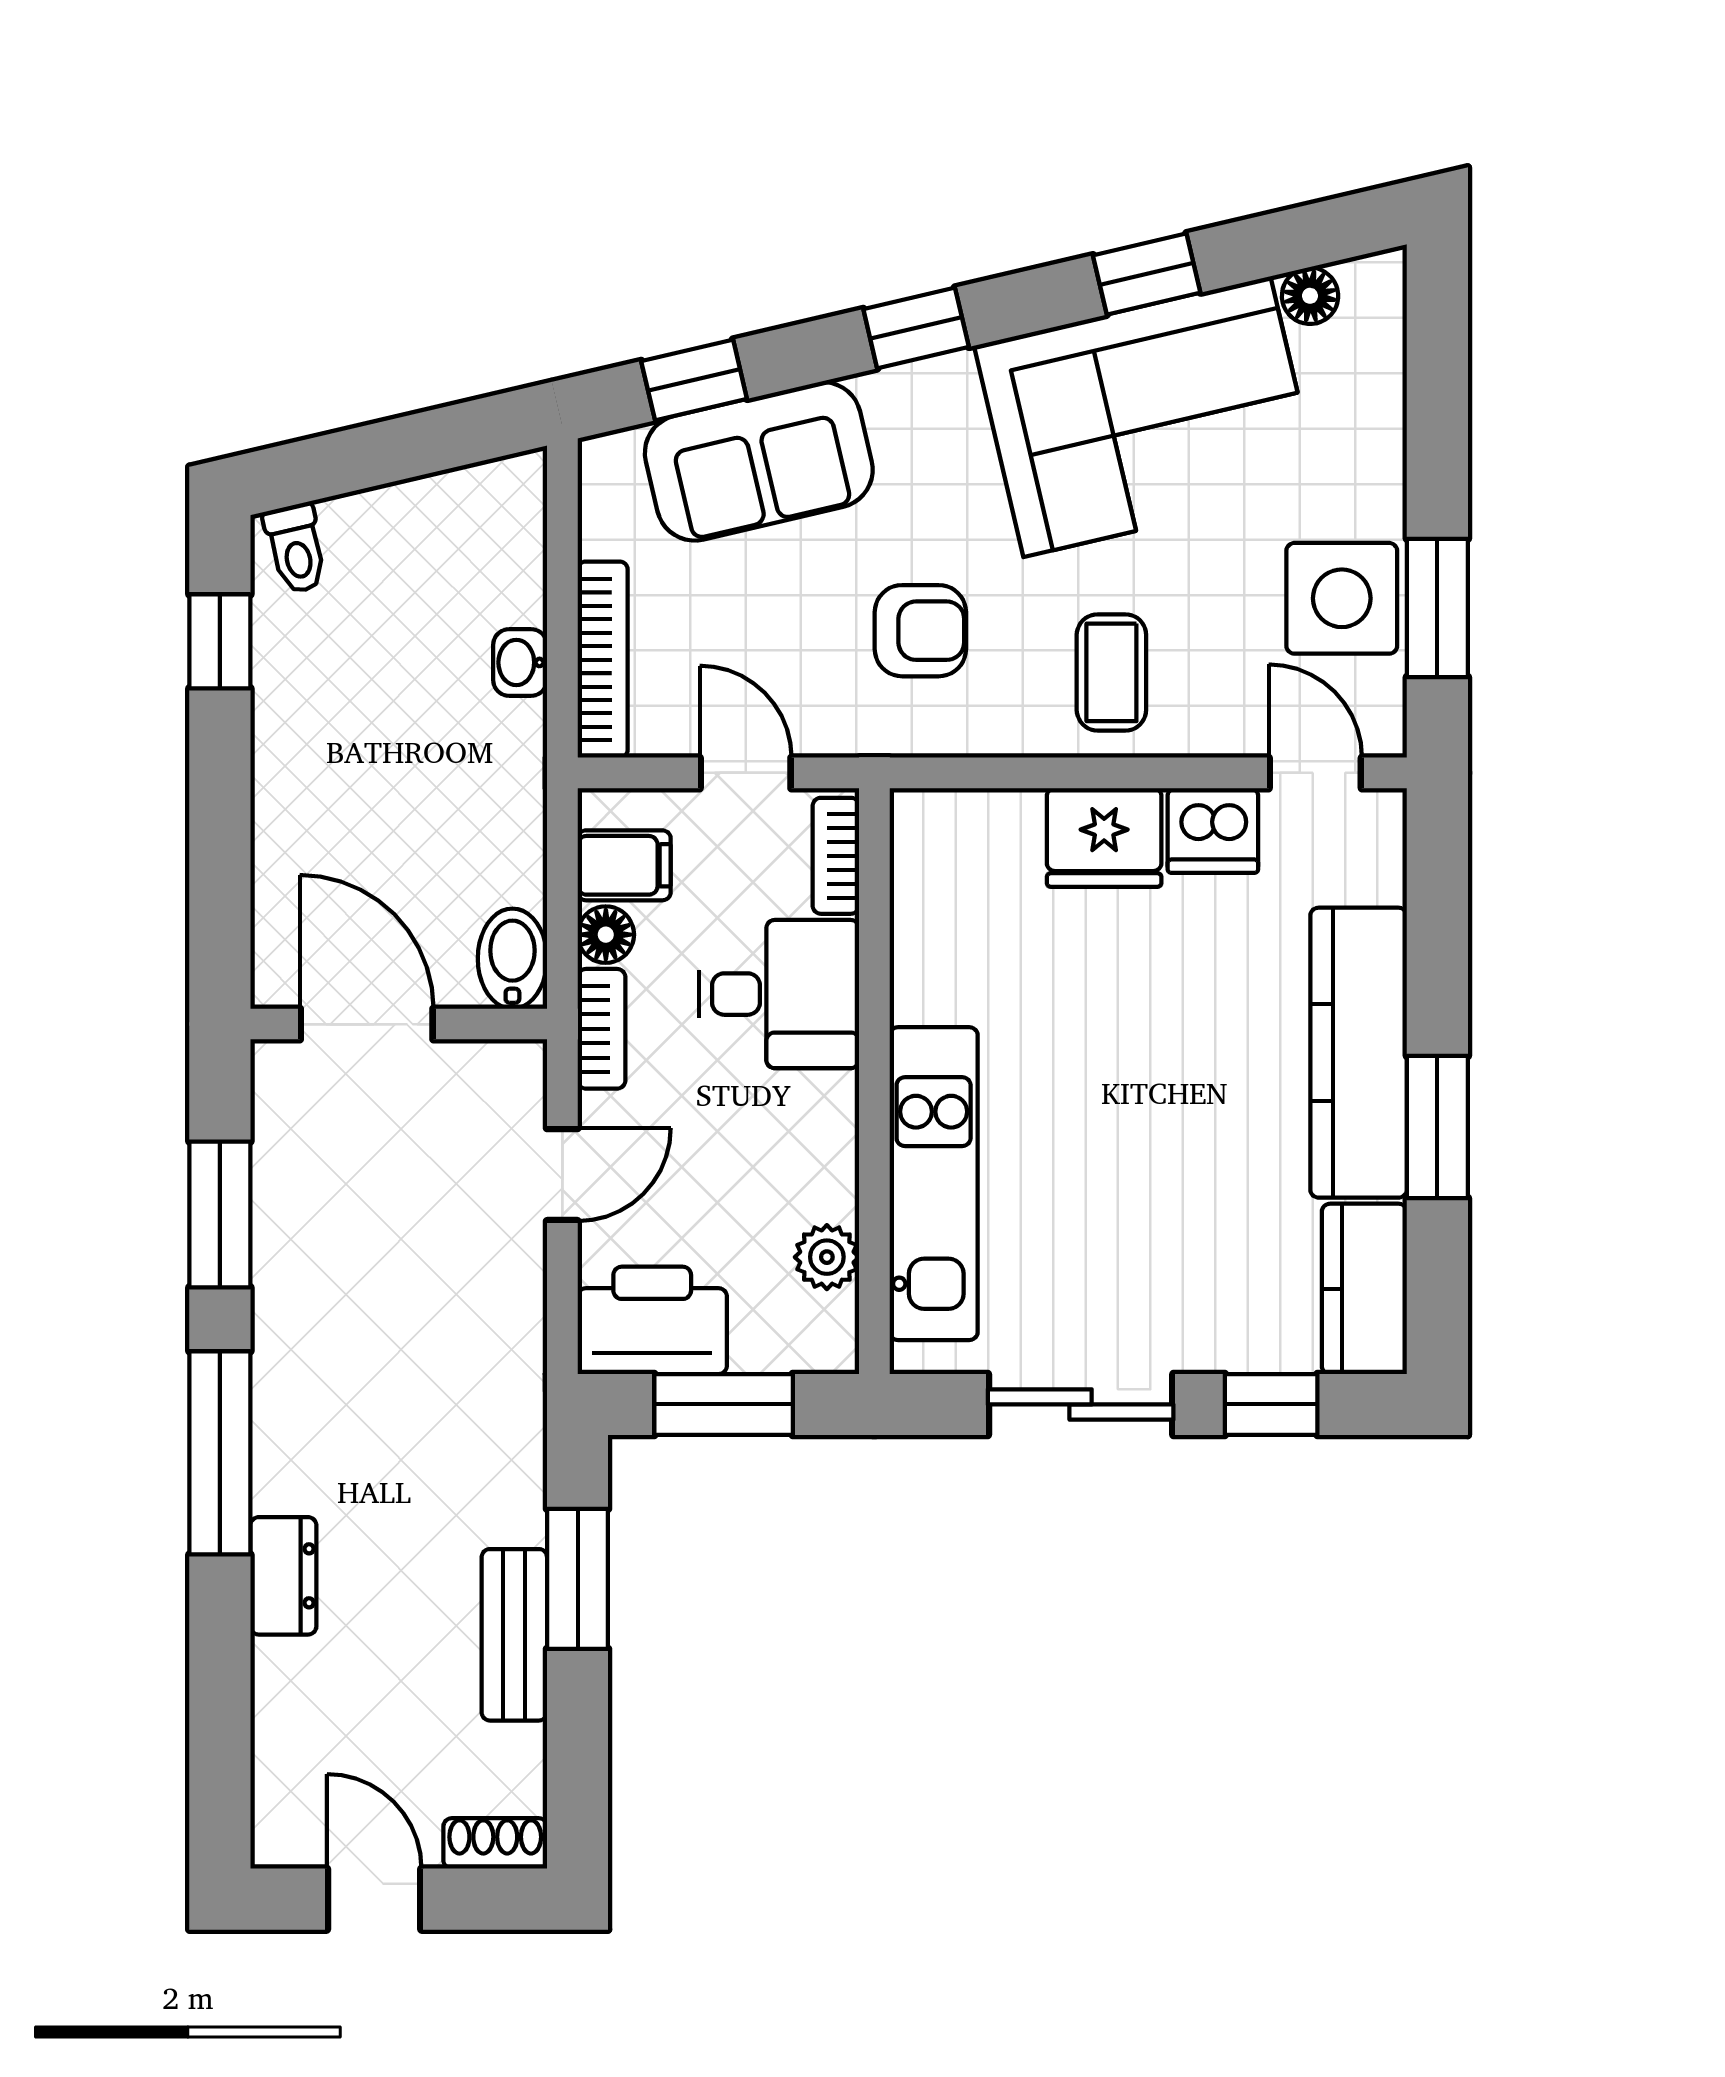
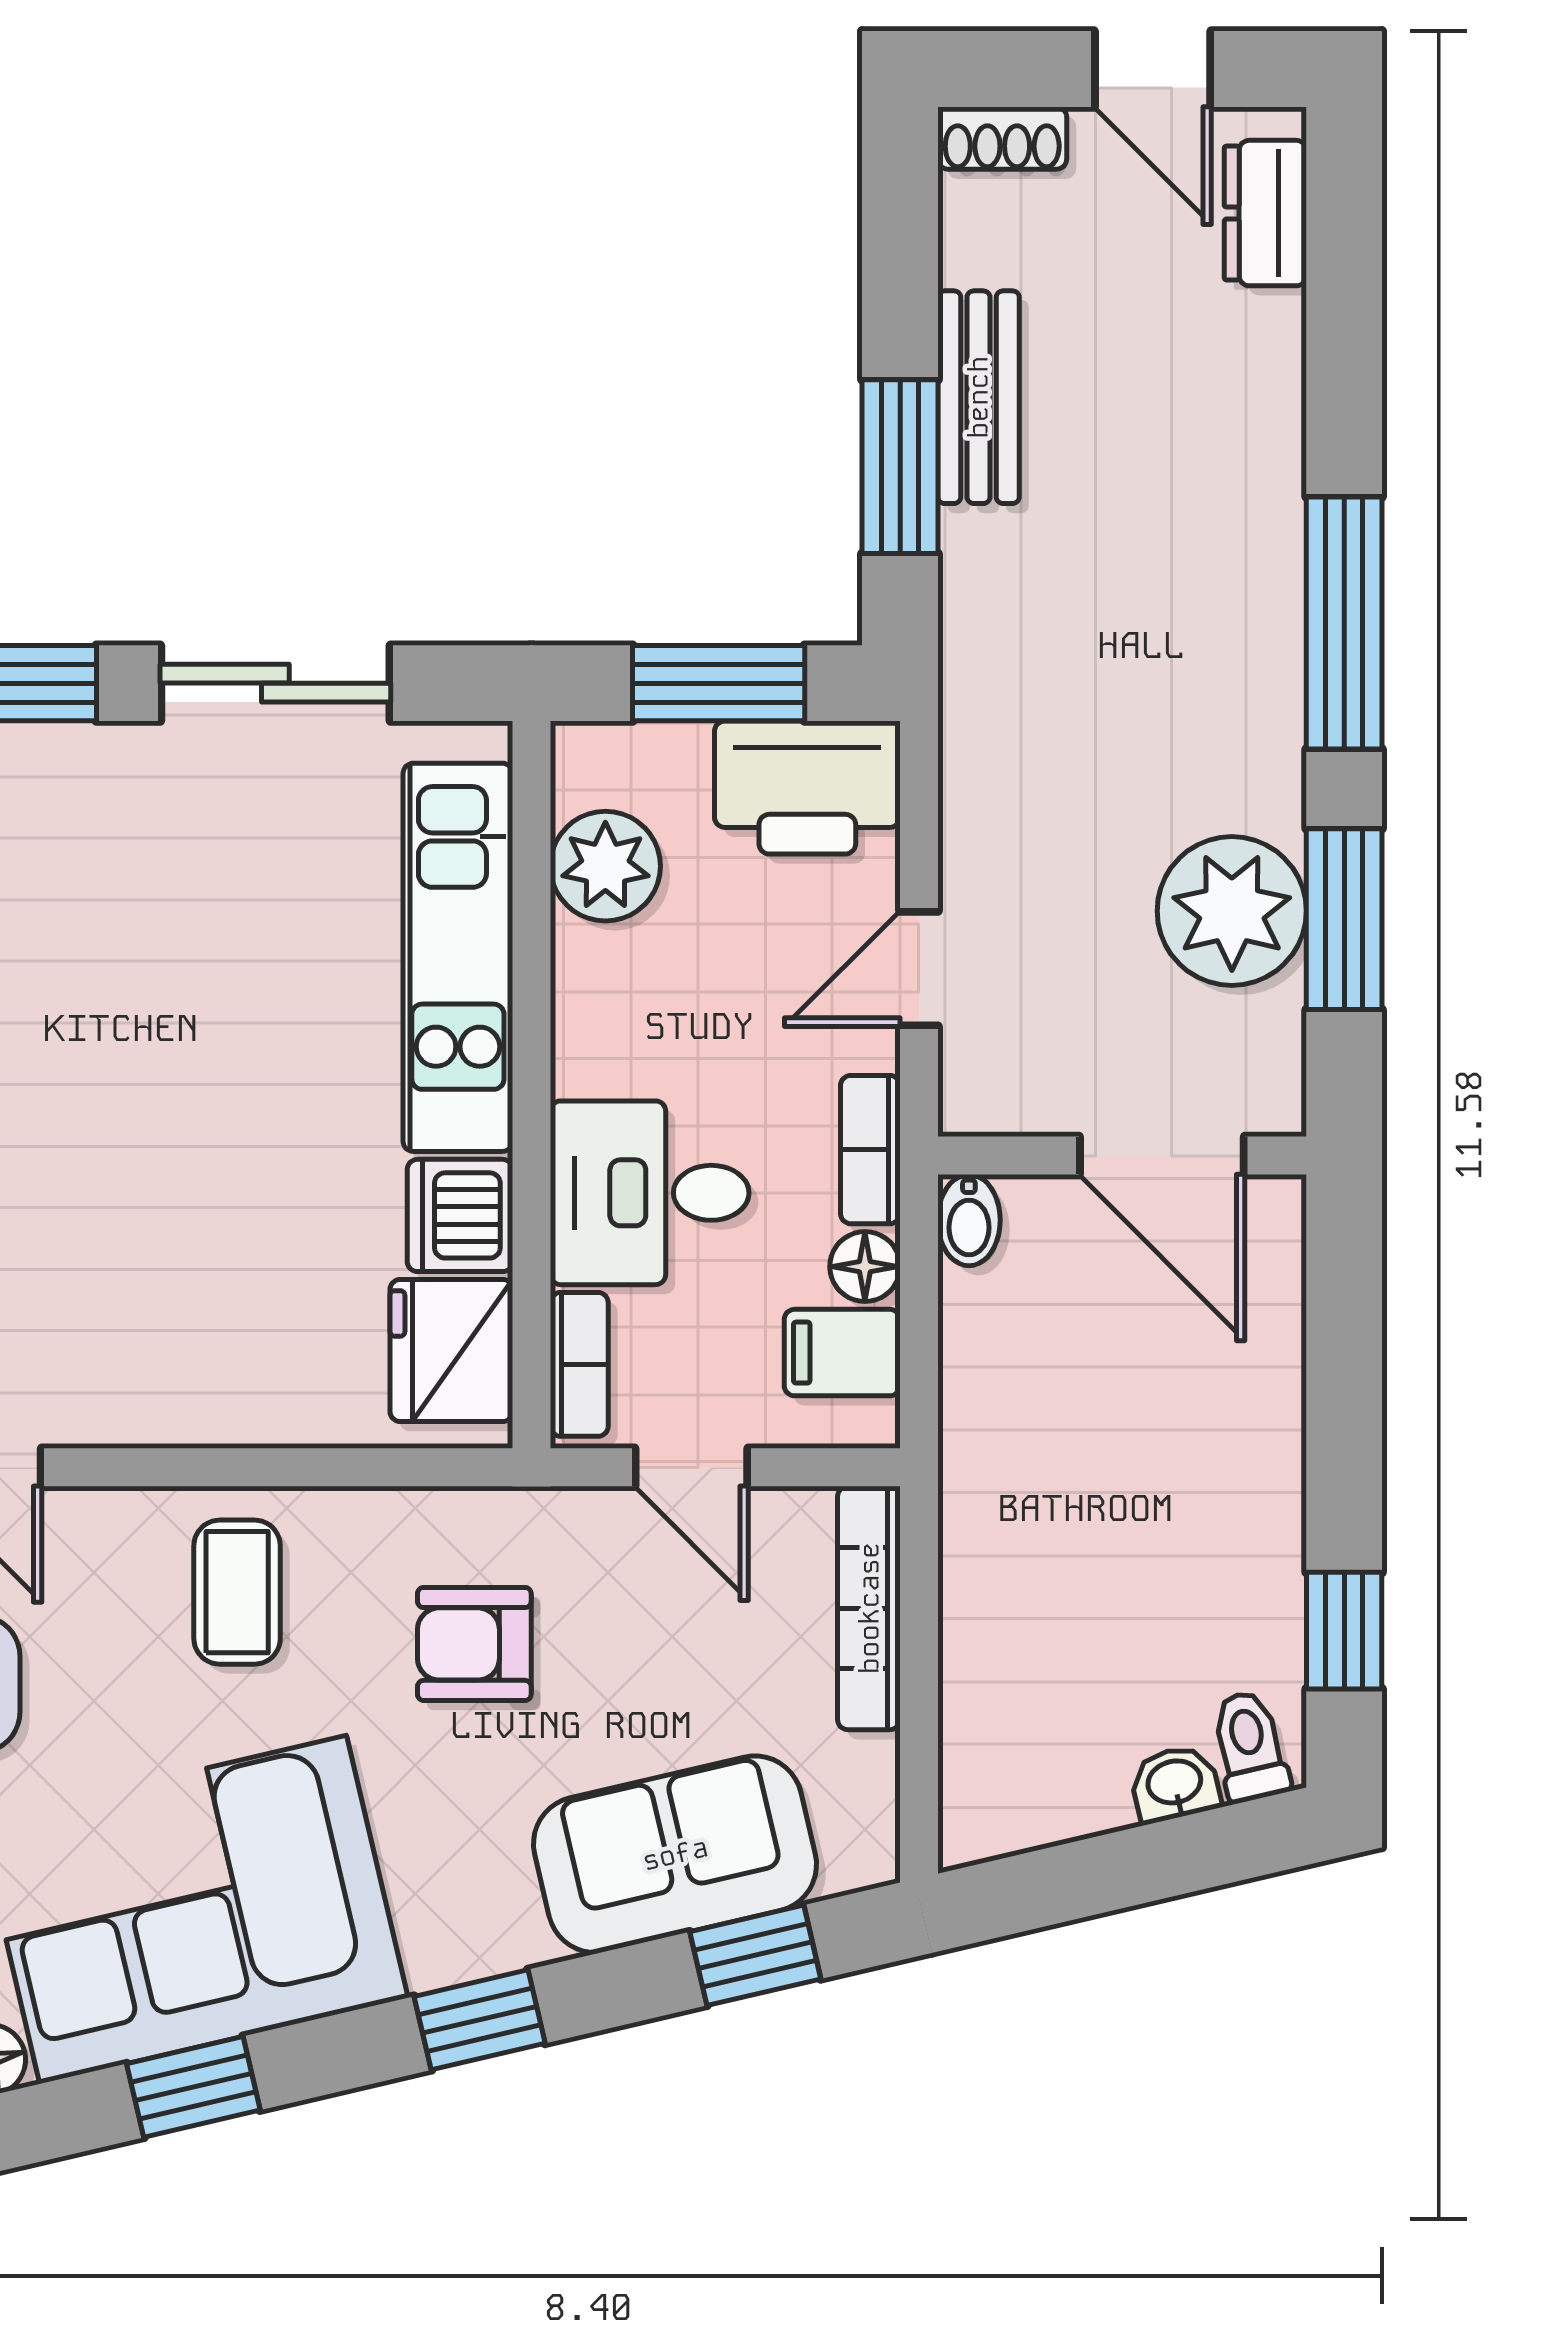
washbasin: (520, 662) -> (1175, 1784), moved, turned -103
dishwasher: (1213, 831) -> (460, 1215), moved, turned -90
fridge: (1104, 838) -> (451, 1351), moved, turned -90
bidet: (512, 959) -> (969, 1220), width x0.72, depth x0.74
plant: (310, 1221) -> (1232, 911), added
plant: (827, 1257) -> (605, 866), width x1.38, depth x1.38
dresser: (283, 1576) -> (1265, 213), moved

